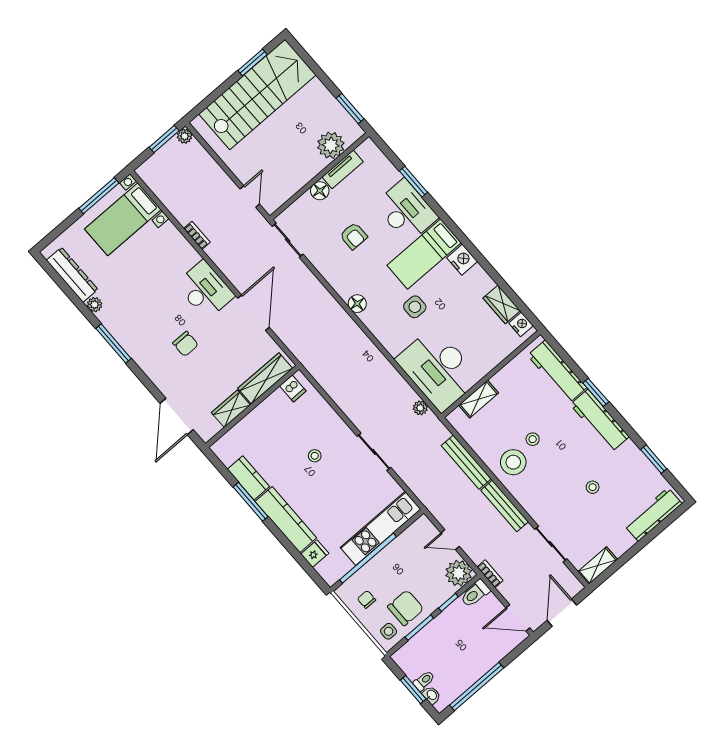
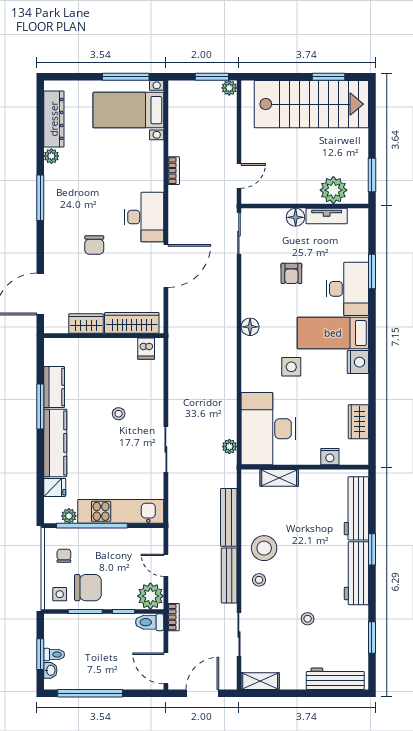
nightstand: (521, 324) -> (330, 457), moved, turned 90
stool: (533, 439) -> (259, 580), moved
plant: (344, 566) -> (69, 516), added

